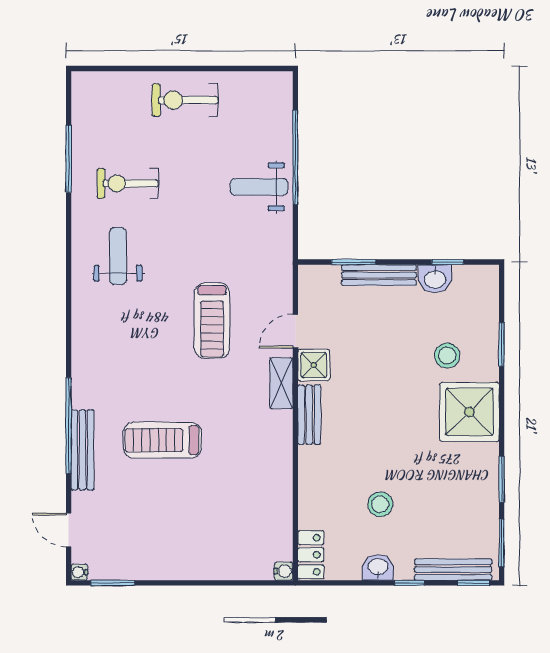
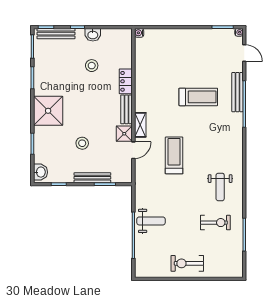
exercise bike: (185, 100) -> (187, 263), turned 180
washbasin: (435, 279) -> (40, 172), moved, turned 90
stool: (447, 356) -> (82, 143), moved
locker: (311, 555) -> (126, 81), moved

